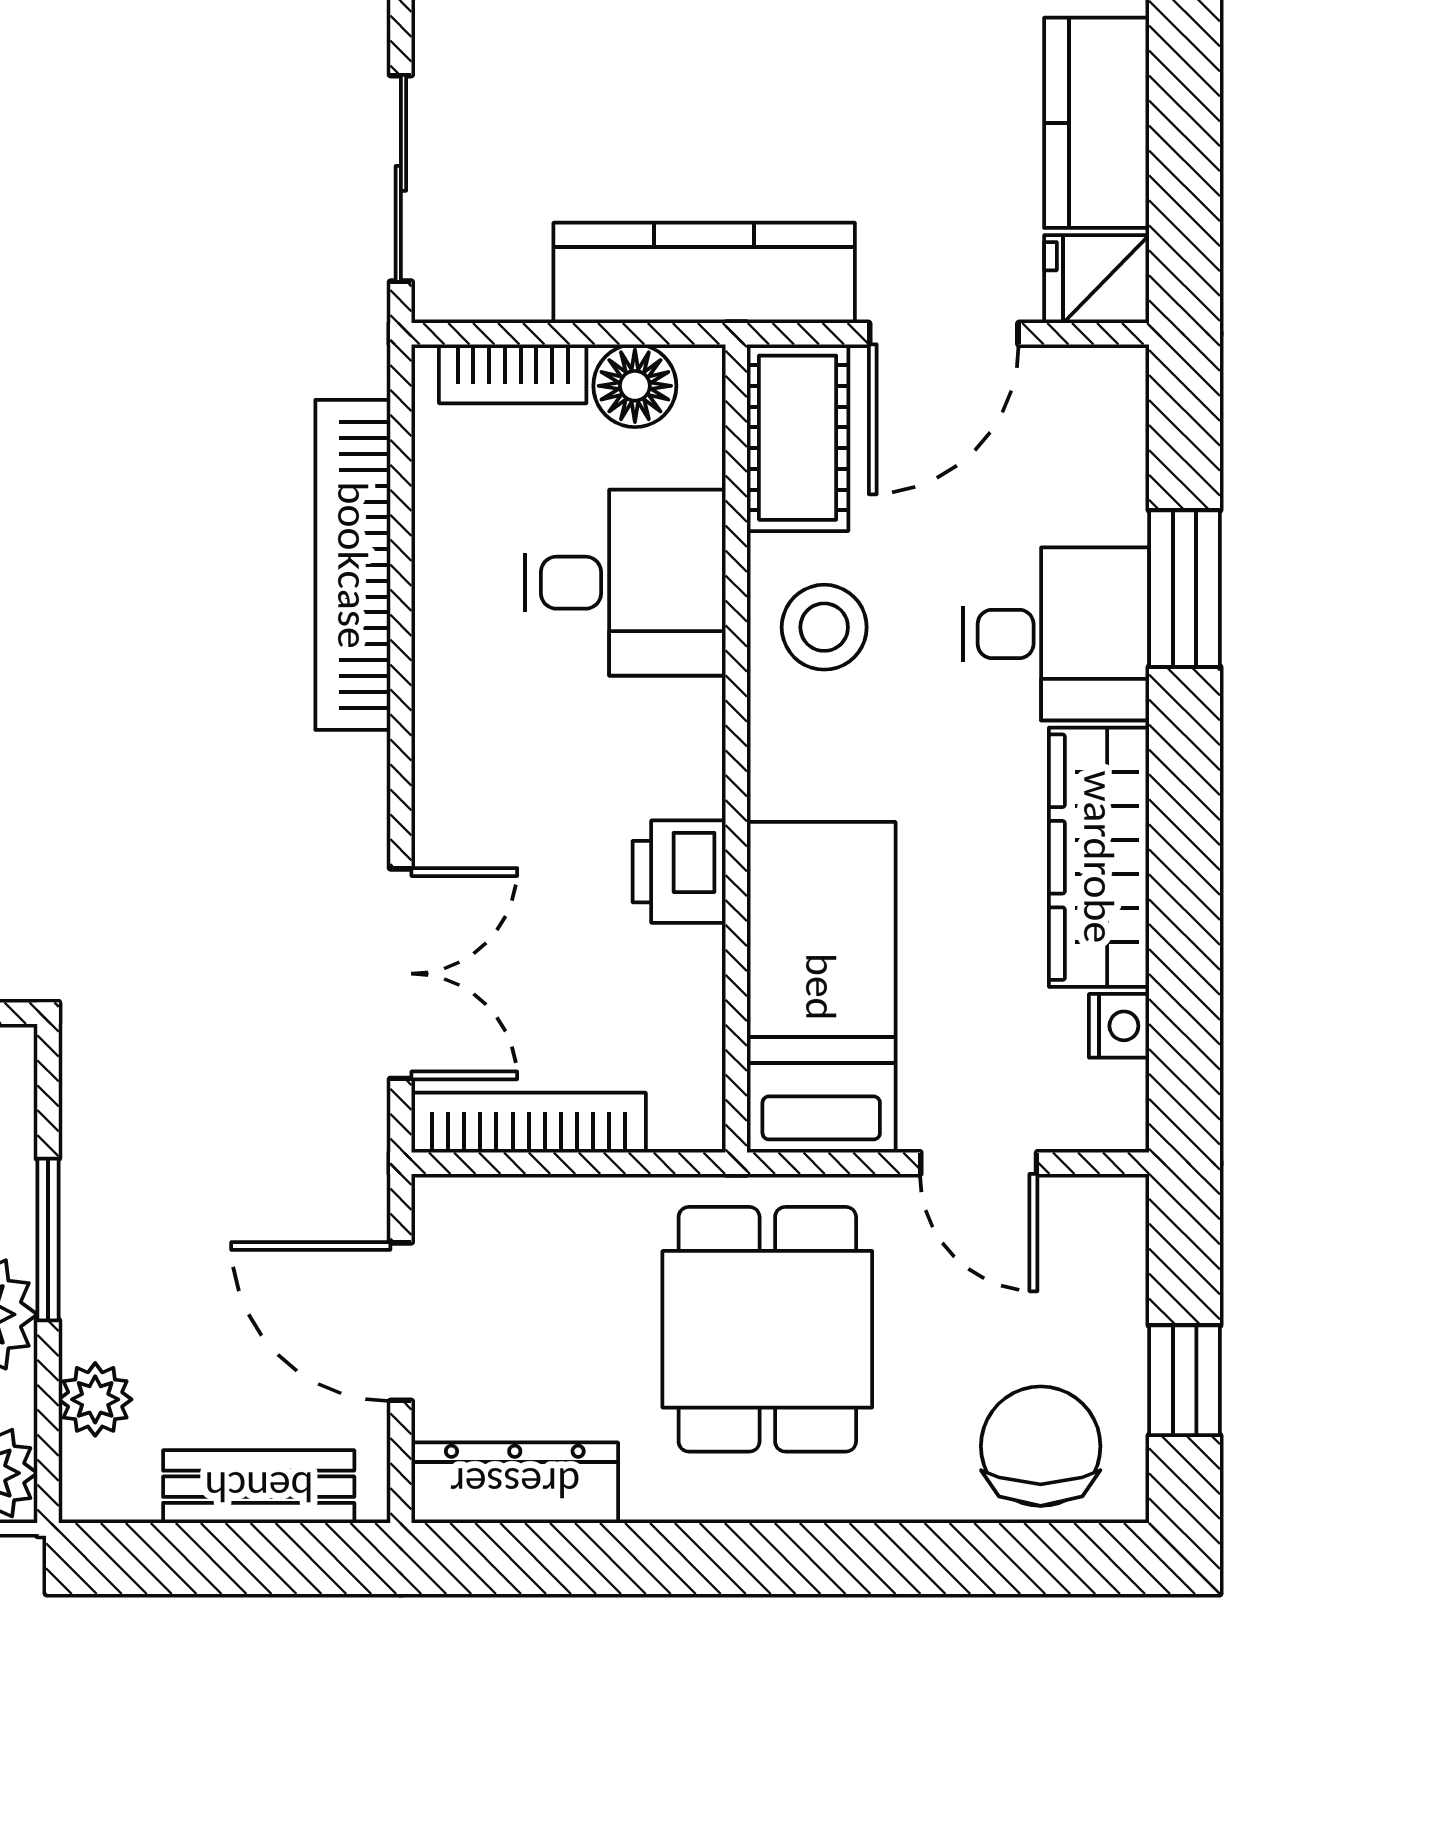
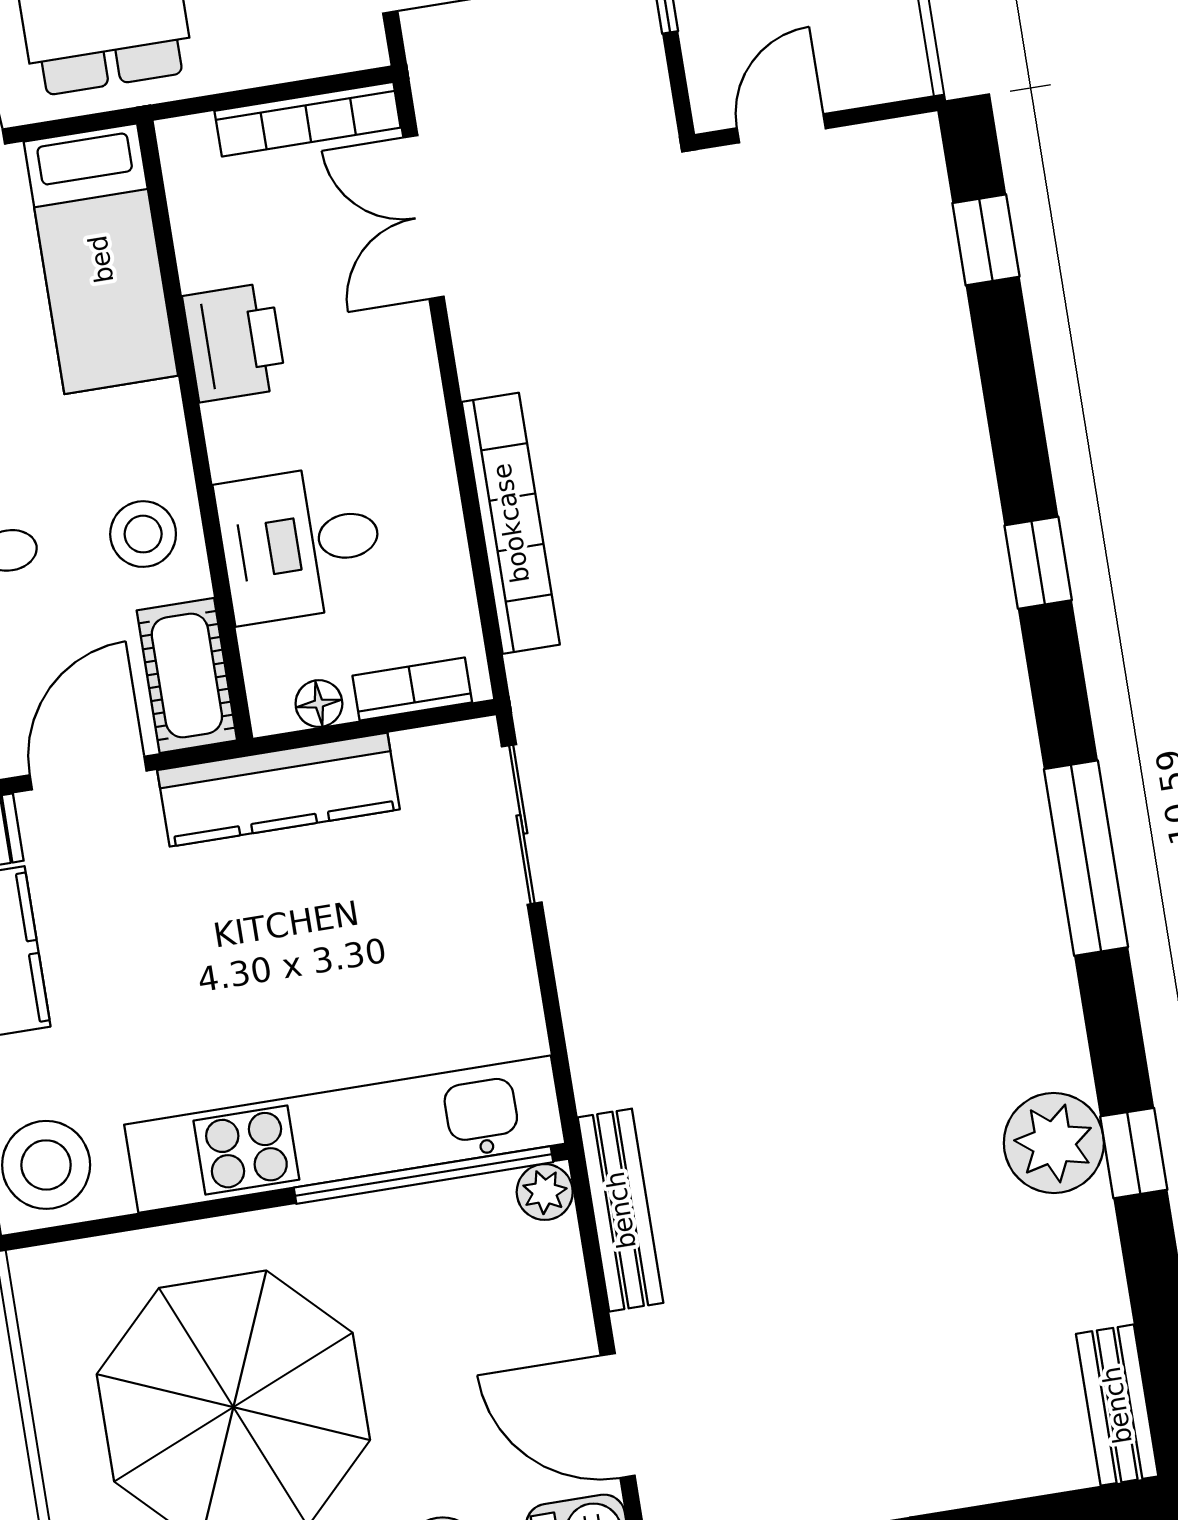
floor lamp: (635, 386) -> (319, 704), width x0.73, depth x0.73
printer: (679, 872) -> (234, 342), width x1.36, depth x1.24

